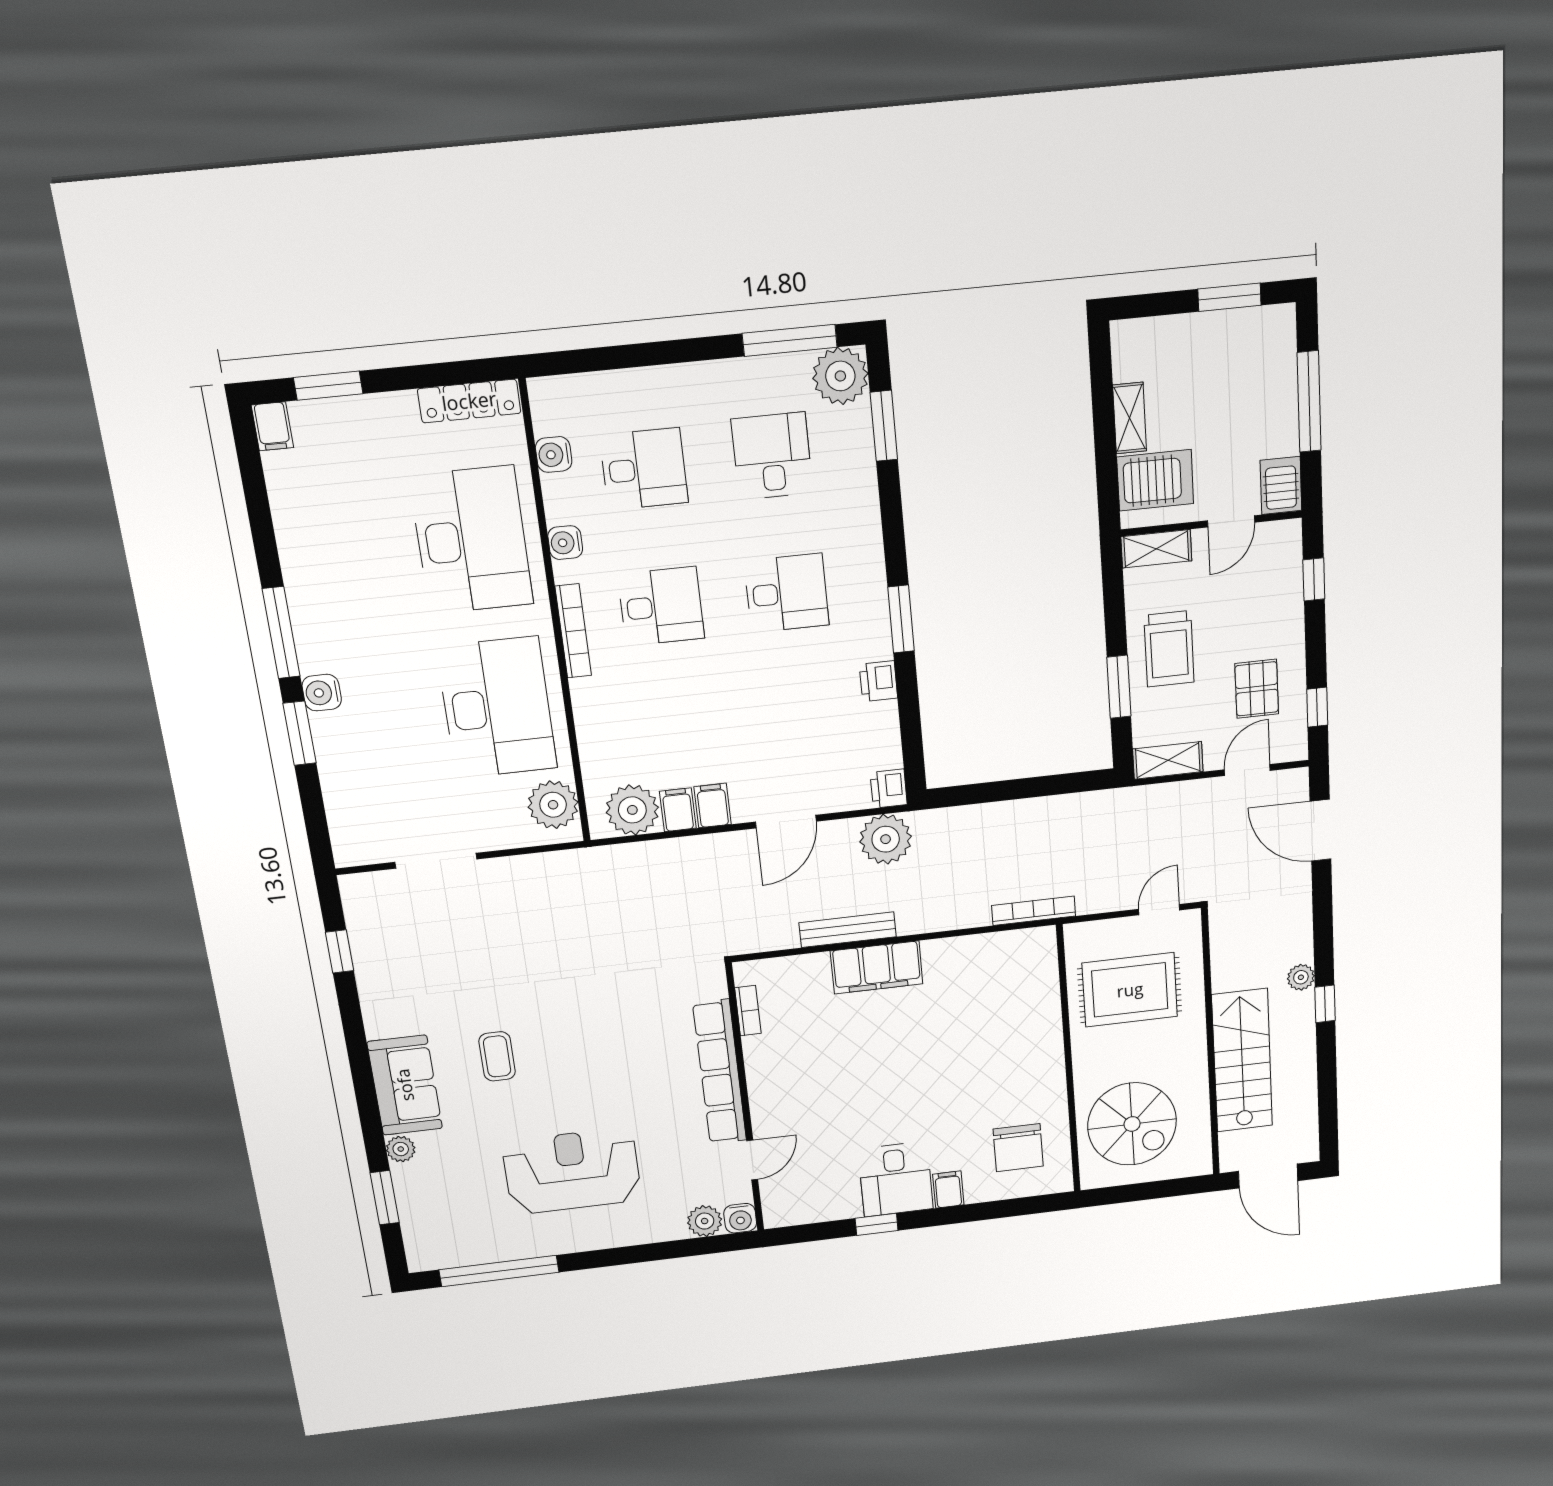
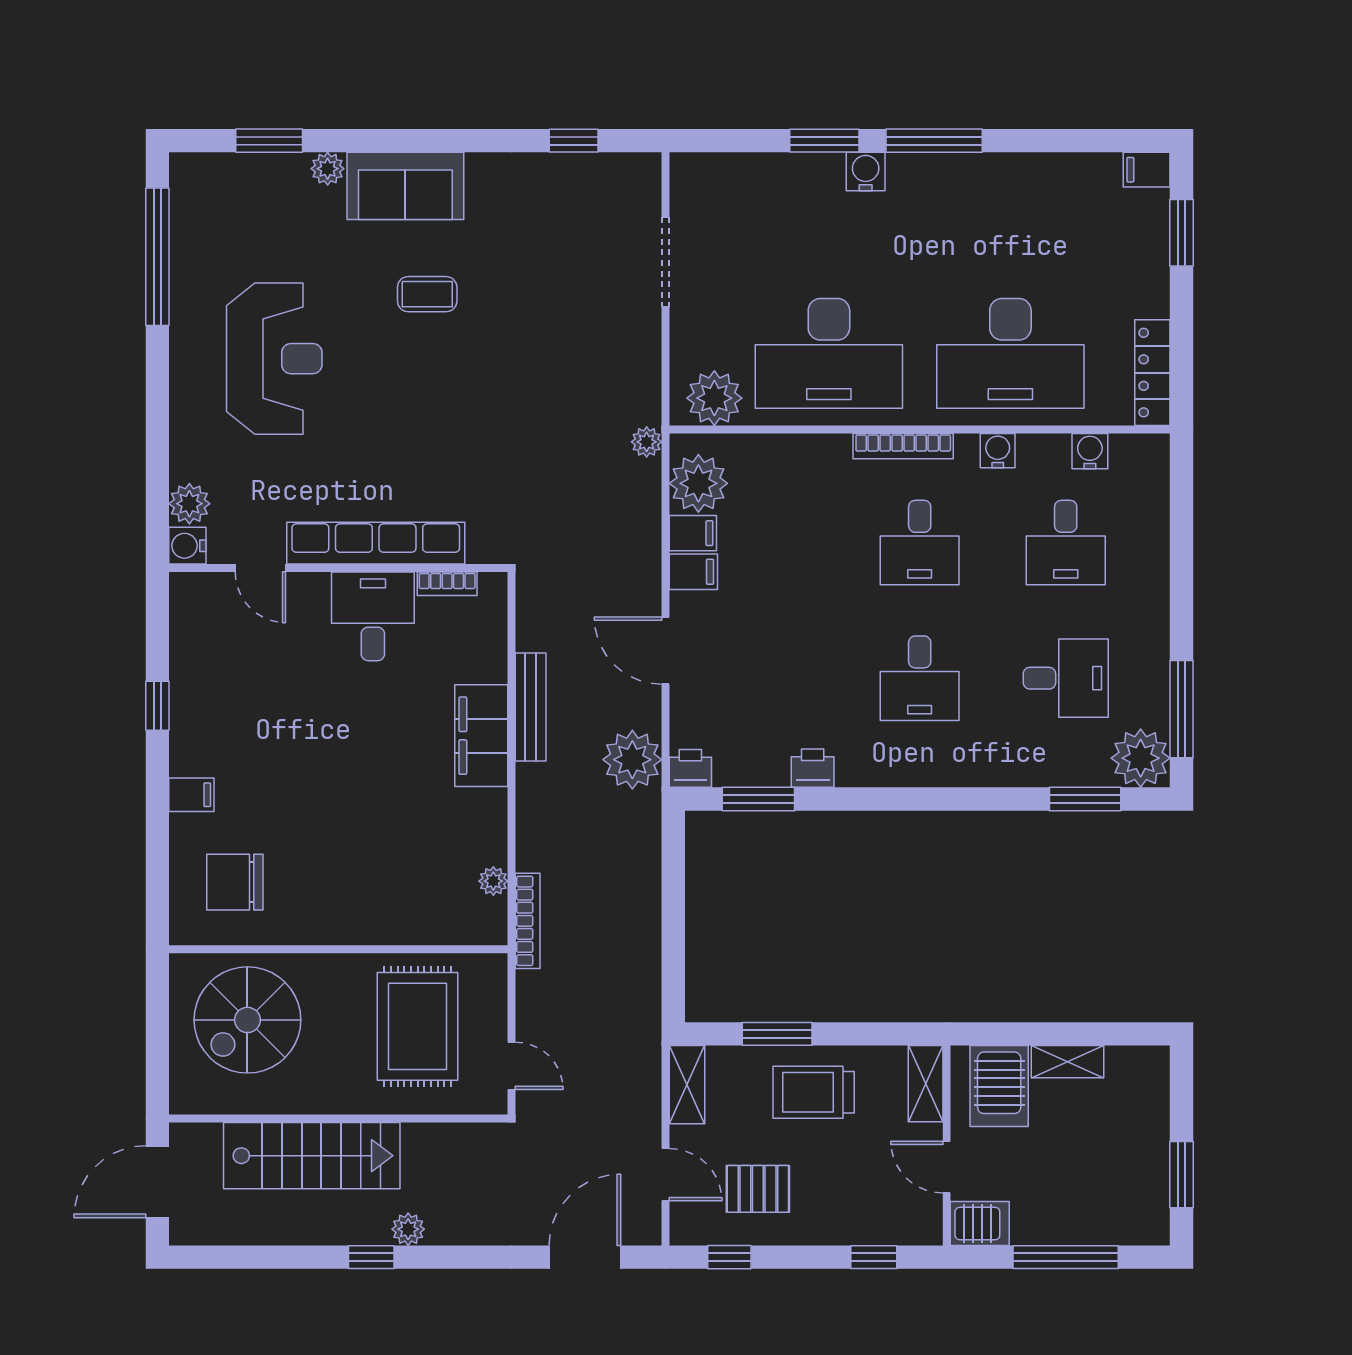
window: (901, 619) -> (758, 799), moved
plant: (601, 859) -> (647, 442), added
plant: (1001, 943) -> (493, 881), added
desk: (896, 1179) -> (373, 616), moved, turned 90

